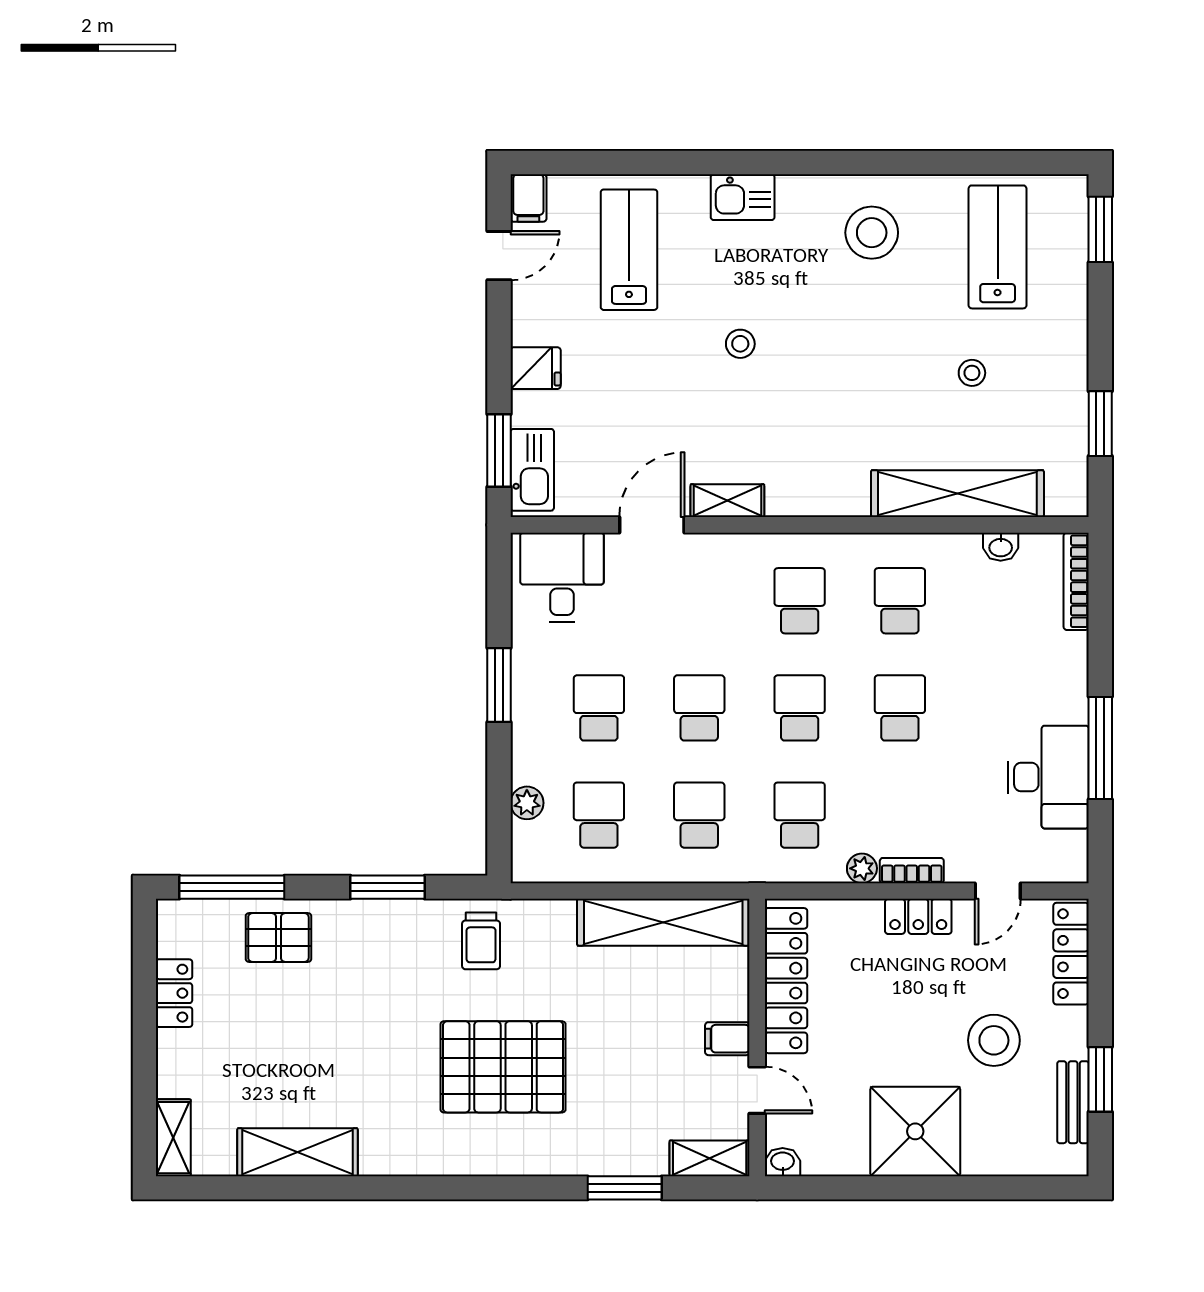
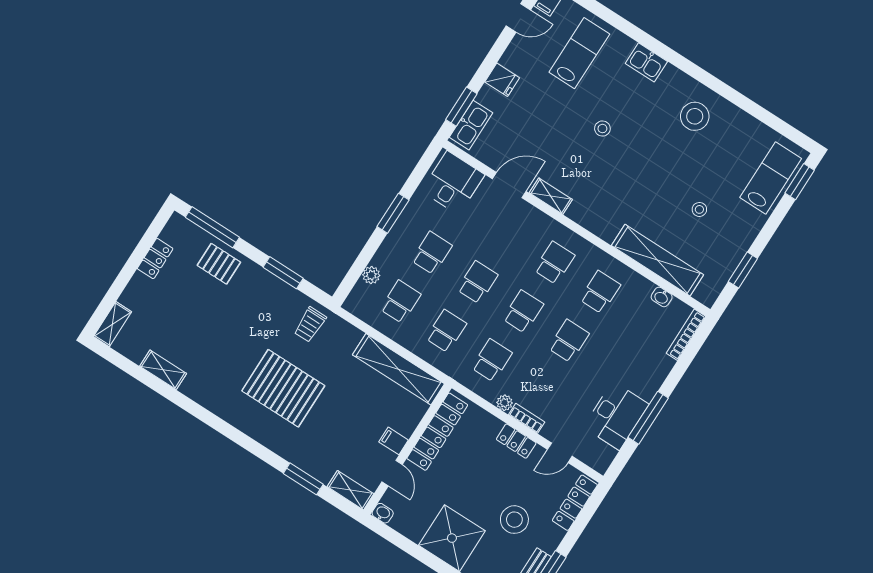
lab bench: (998, 247) -> (771, 178), moved
shelving: (298, 1152) -> (163, 370), width x0.67, depth x0.75

